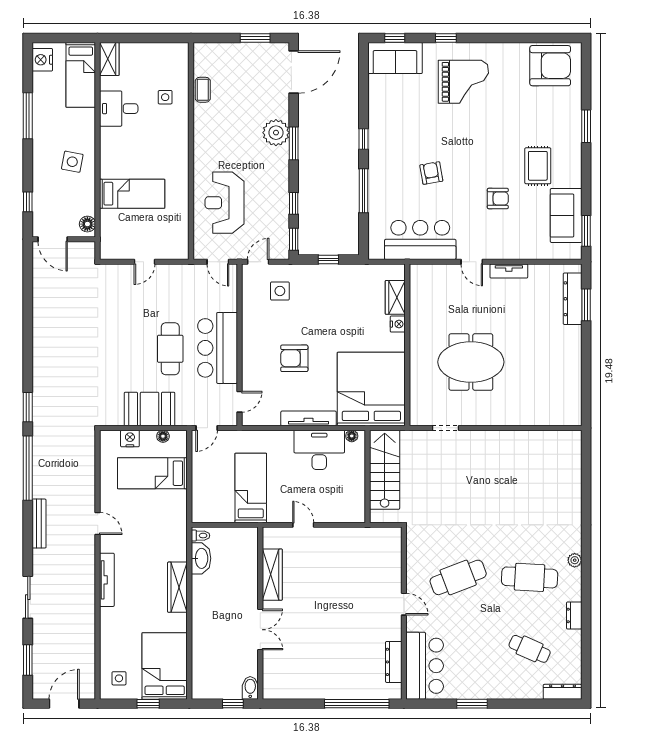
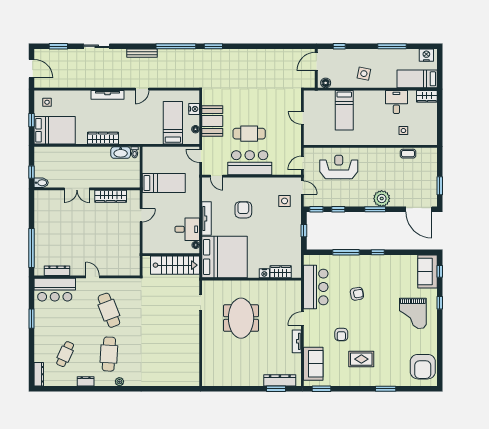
sofa: (566, 215) -> (313, 364), moved, turned 90
desk: (319, 450) -> (187, 229), width x0.73
door: (404, 604) -> (93, 277), swing flipped

